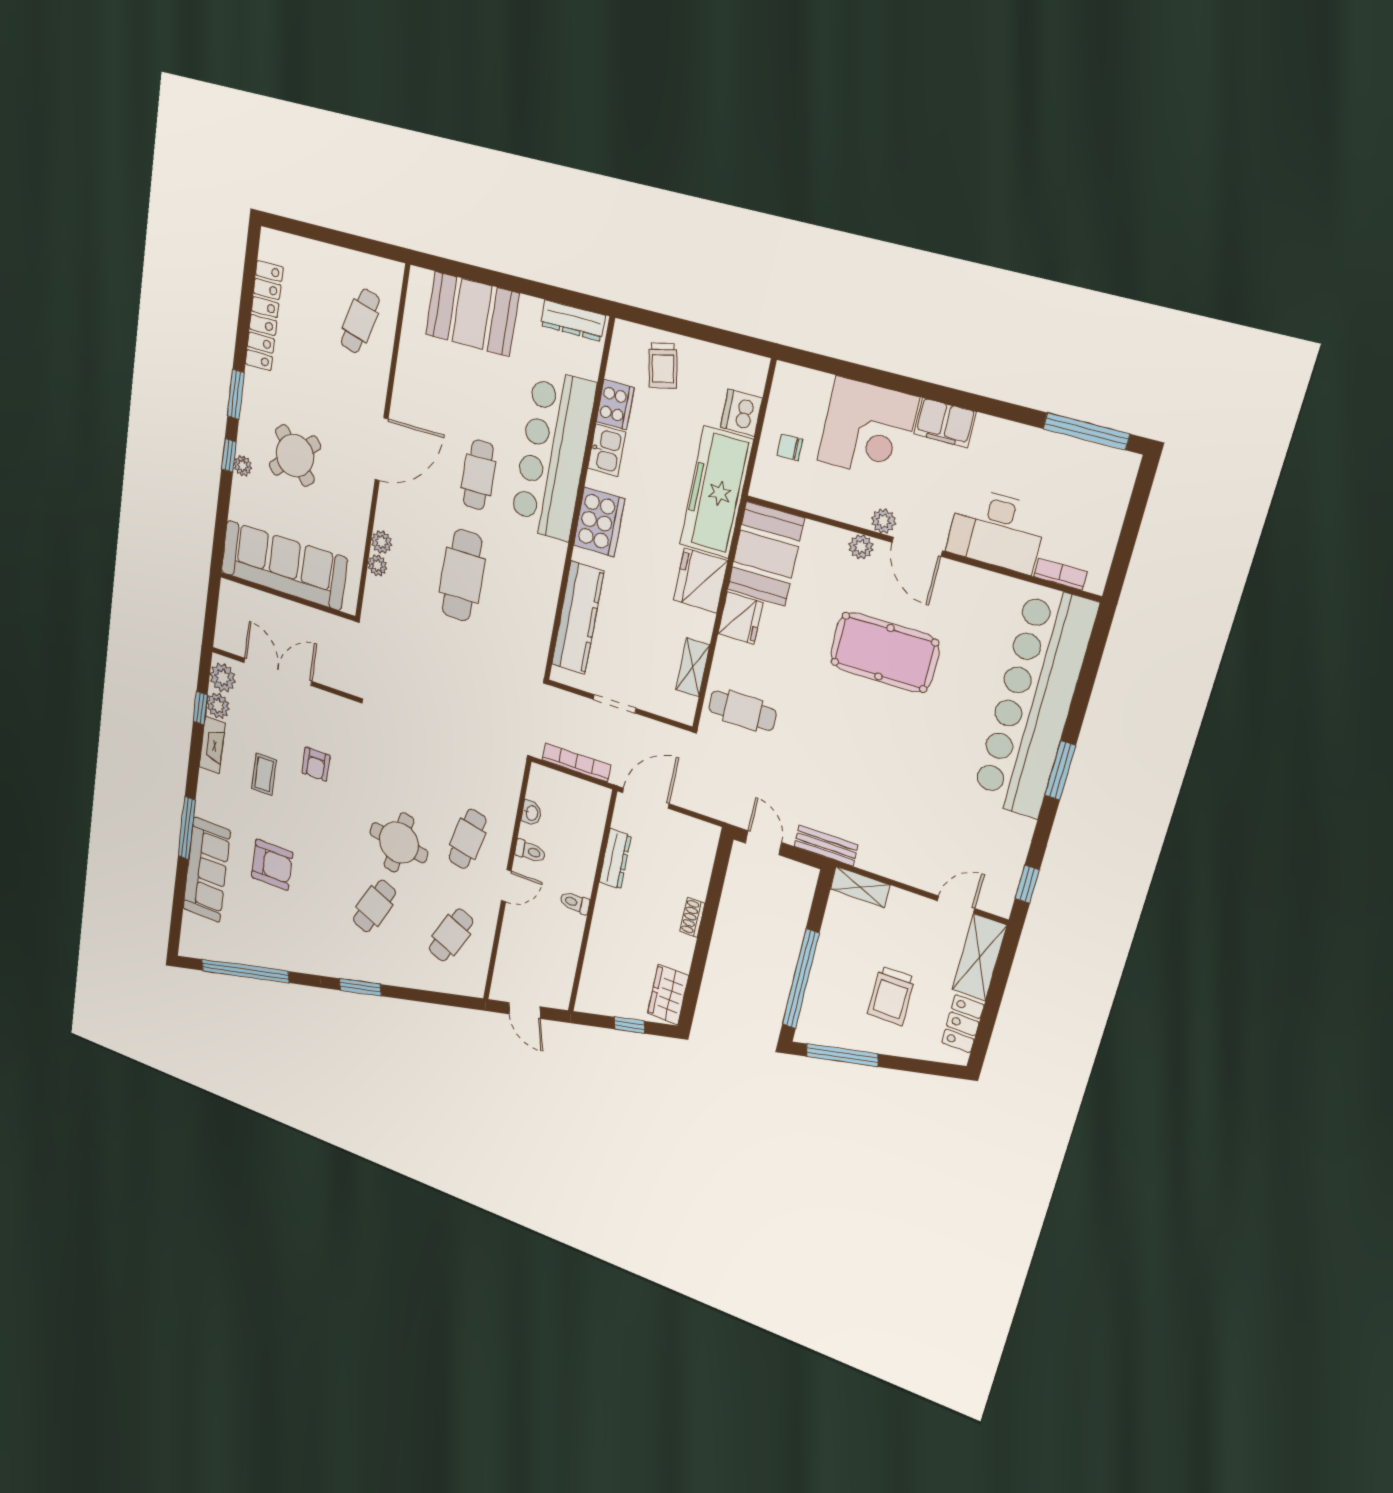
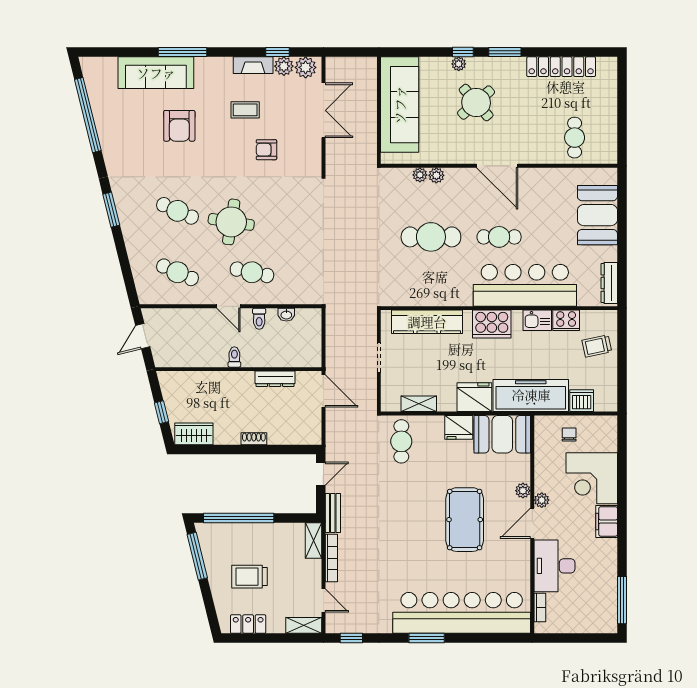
cafe table: (360, 321) -> (575, 138), turned 74
bookcase: (576, 763) -> (331, 558), moved
shelving: (979, 958) -> (304, 625), width x0.67, depth x0.75

